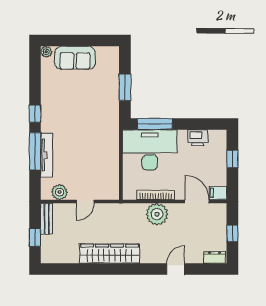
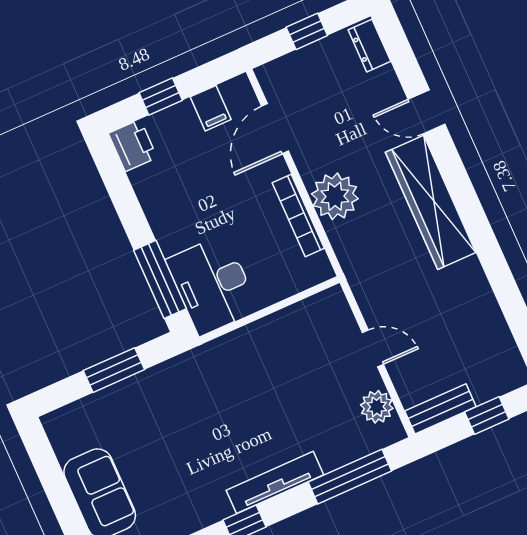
printer: (198, 138) -> (133, 145), moved
desk: (150, 150) -> (212, 285), width x0.73, depth x0.77
window: (35, 151) -> (350, 477), moved
tv unit: (47, 155) -> (275, 482), moved
filing cabinet: (218, 193) -> (211, 108), moved
wardrobe: (109, 254) -> (431, 202), moved

